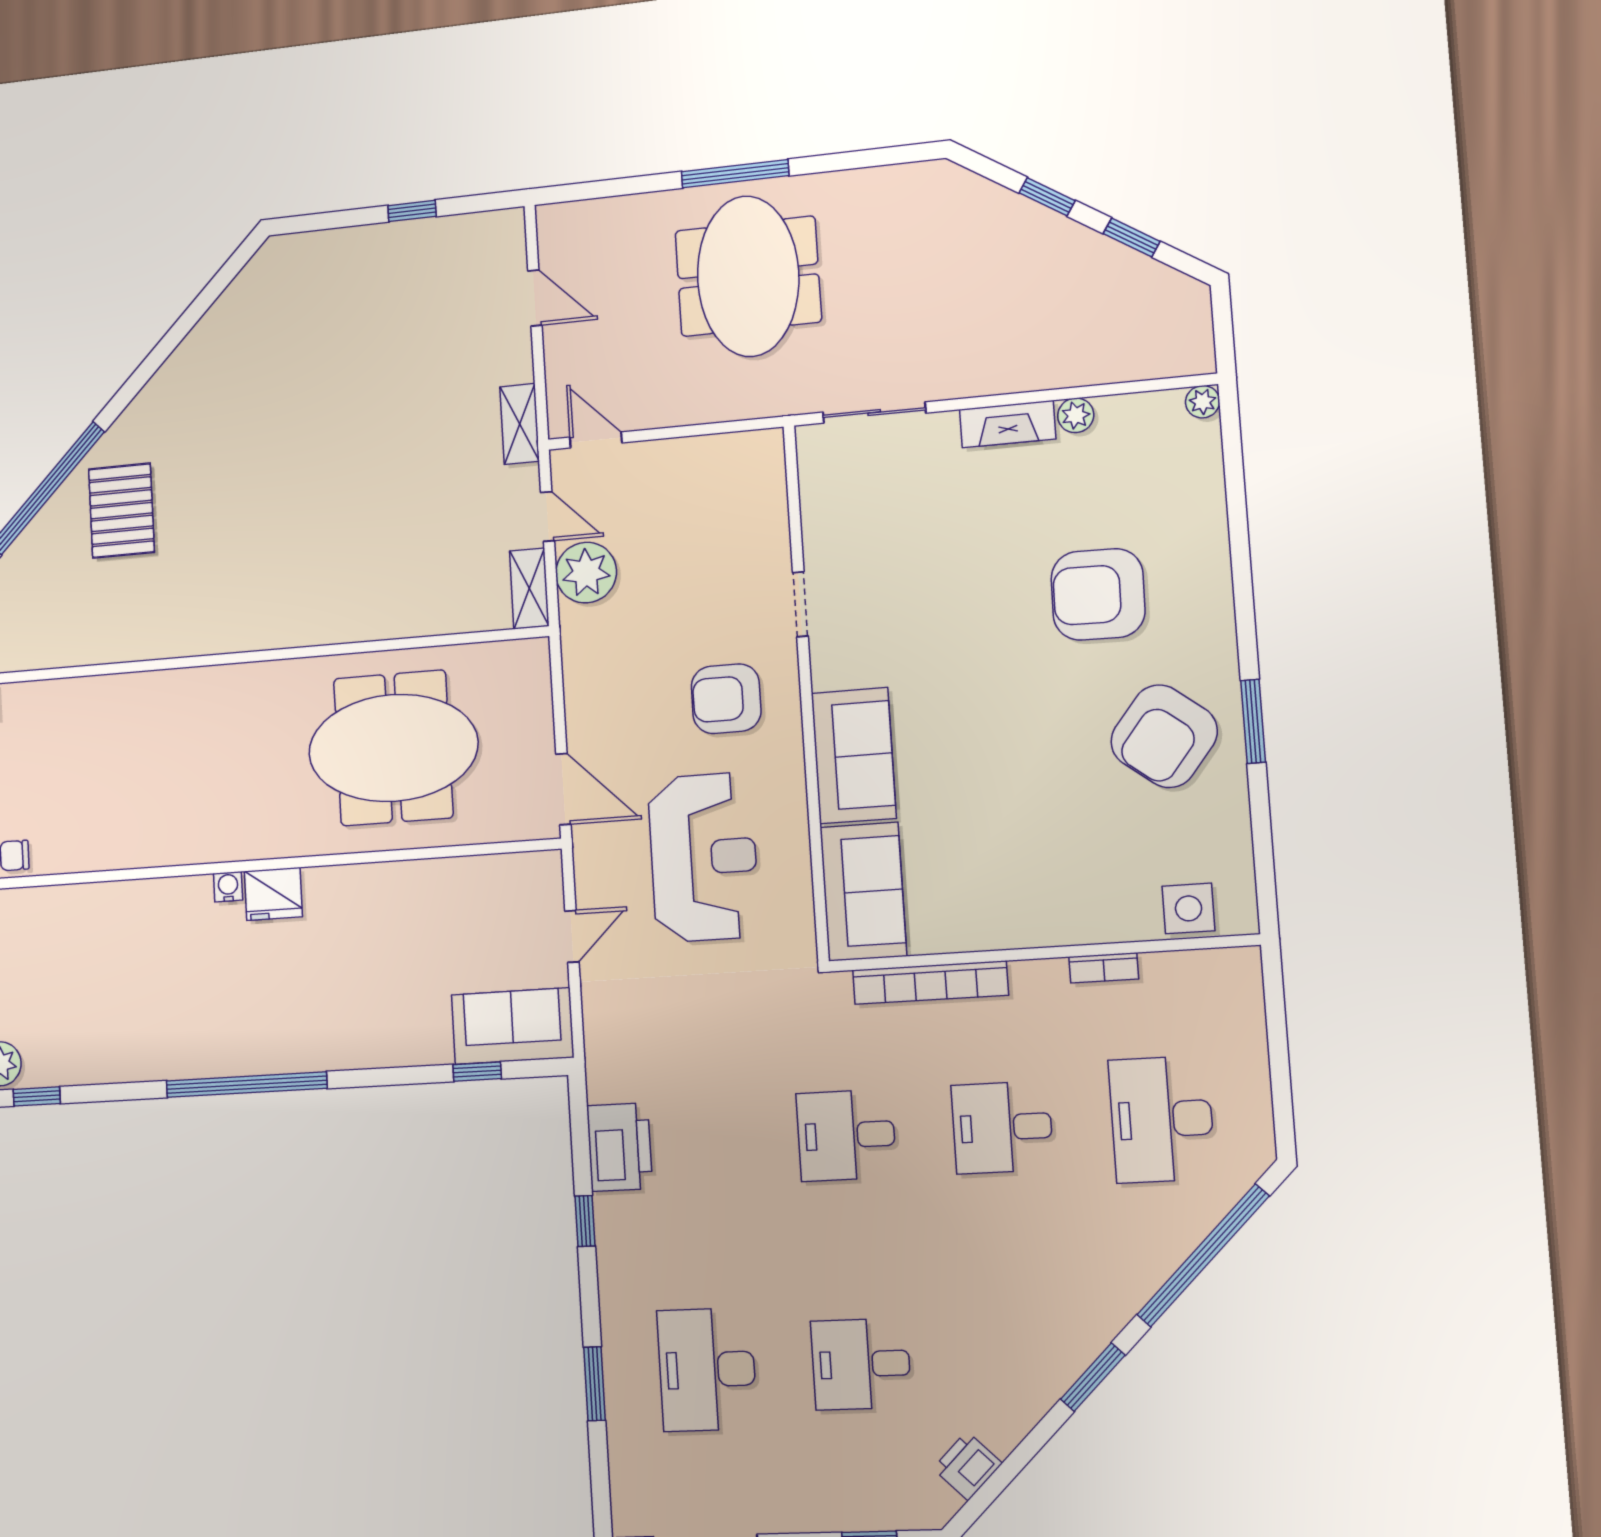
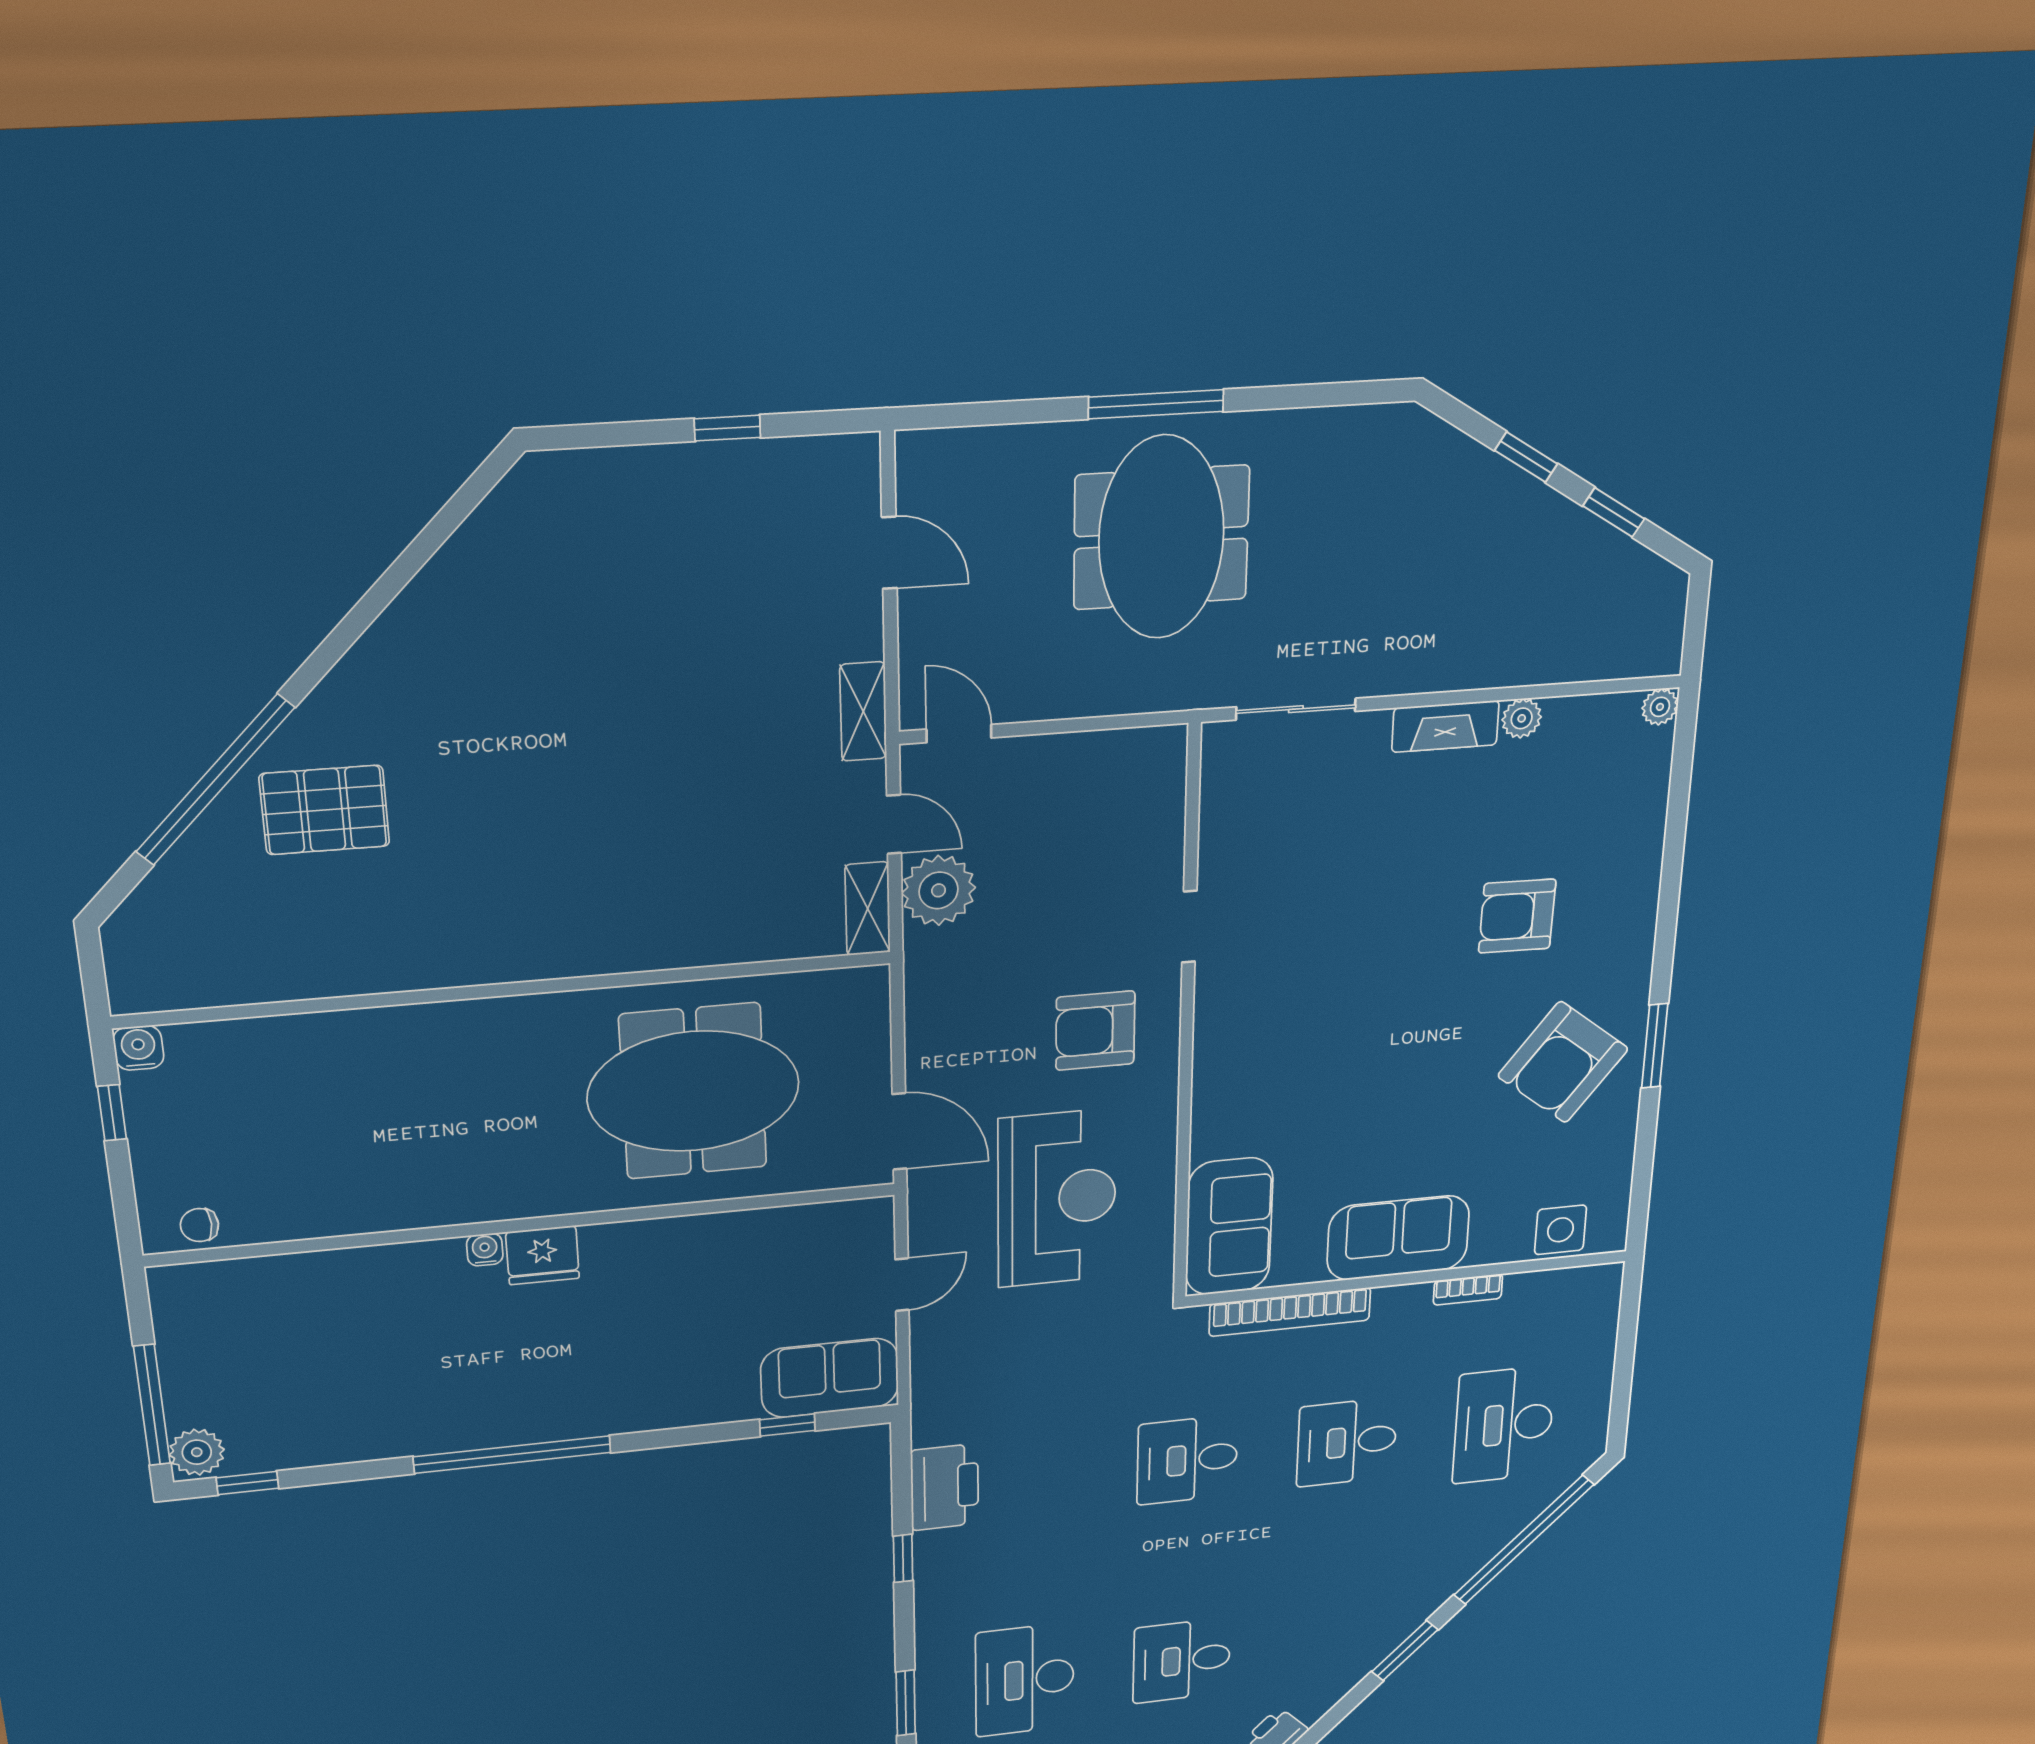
pallet: (121, 511) -> (325, 810), turned 90
armchair: (1098, 594) -> (1517, 916), width x0.73, depth x0.73
sofa: (854, 756) -> (1398, 1238), moved, turned -90

